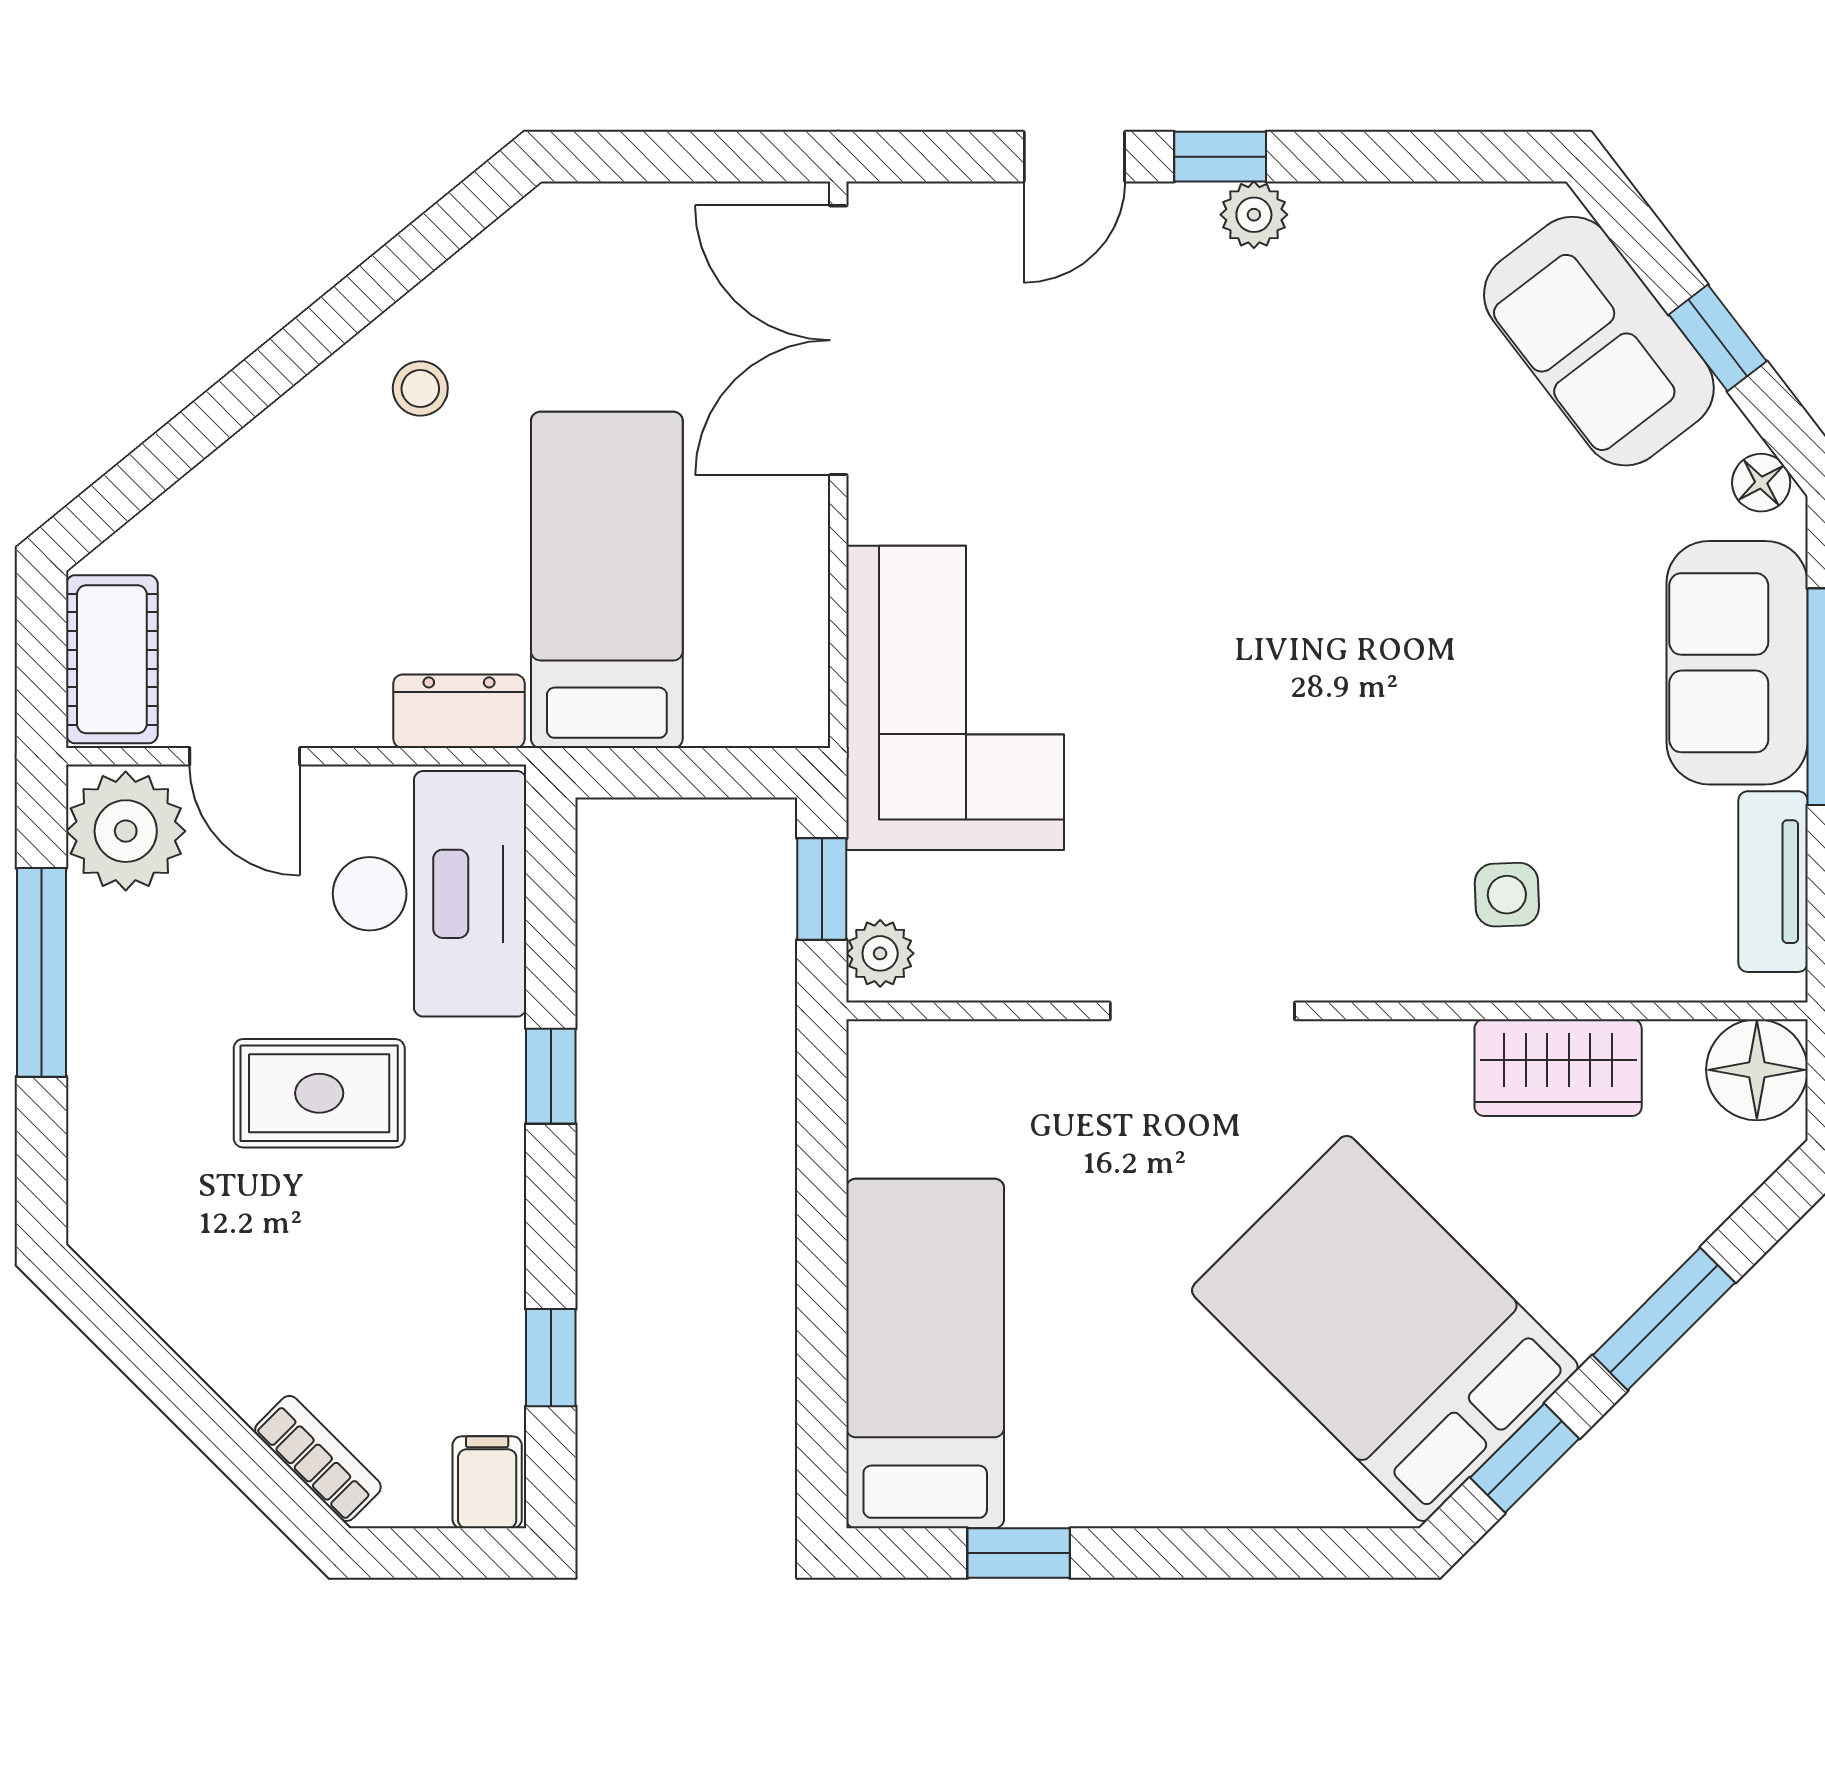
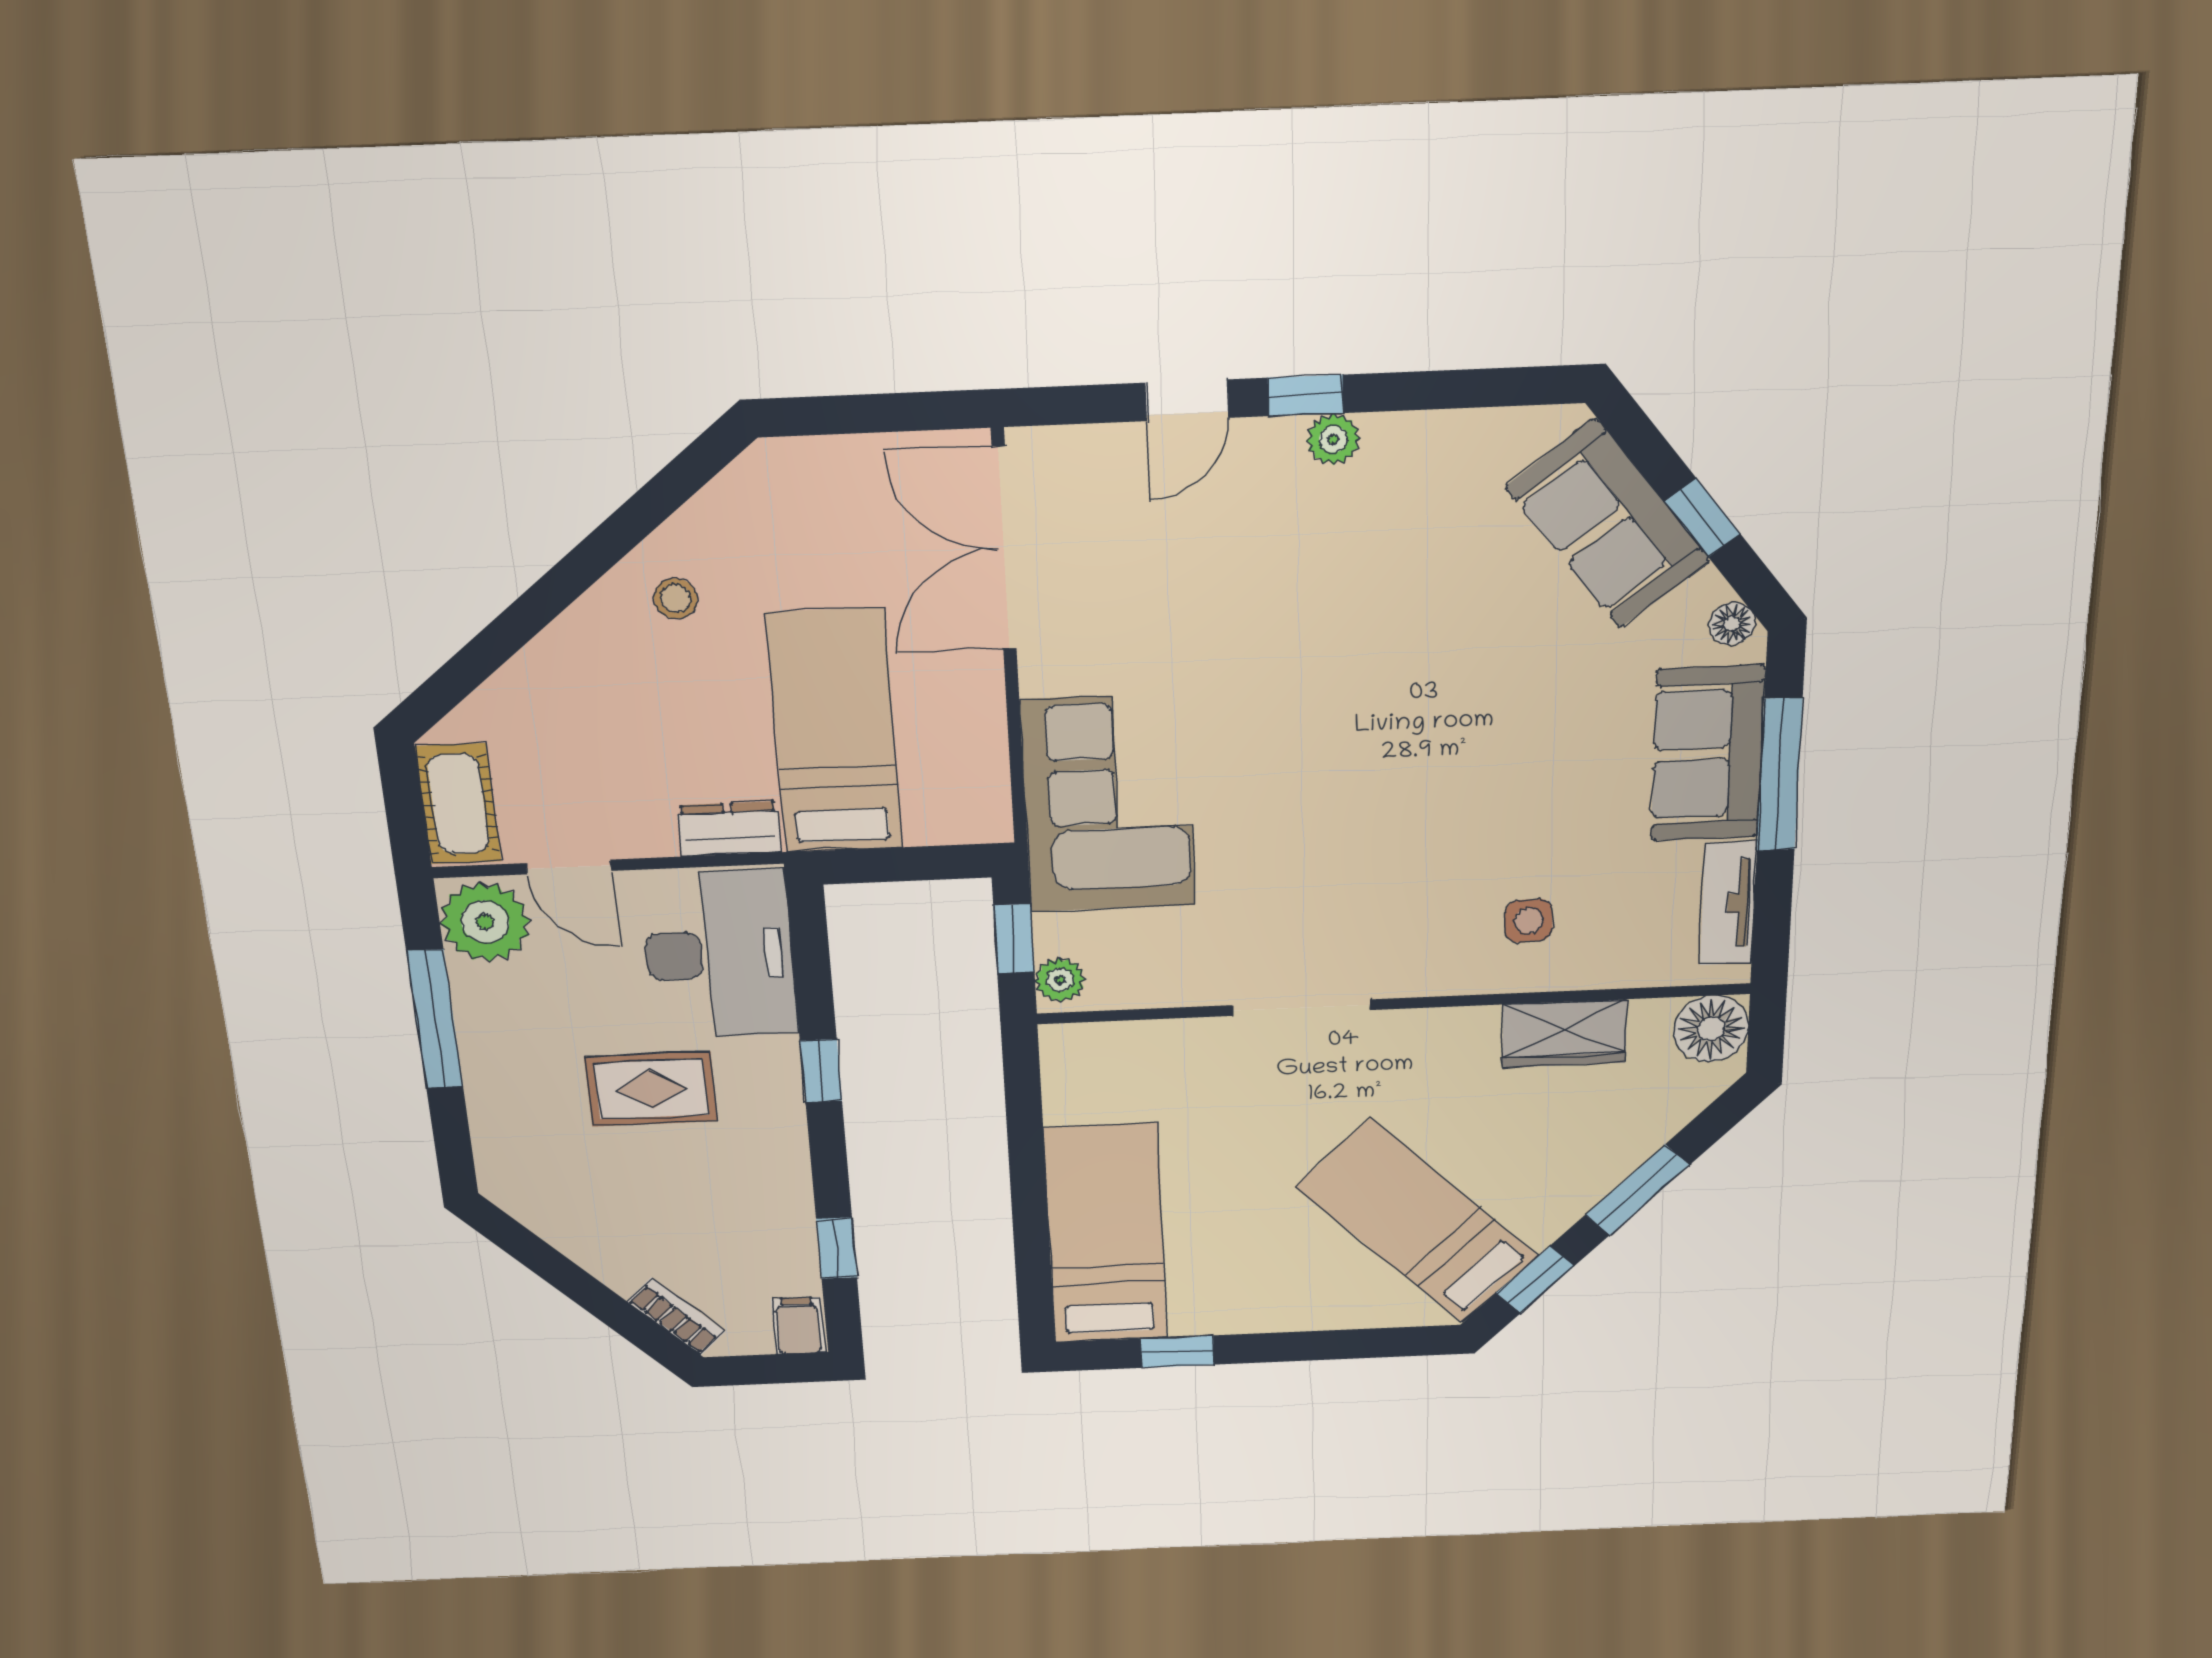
bed: (1385, 1329) -> (1417, 1222), width x0.67

